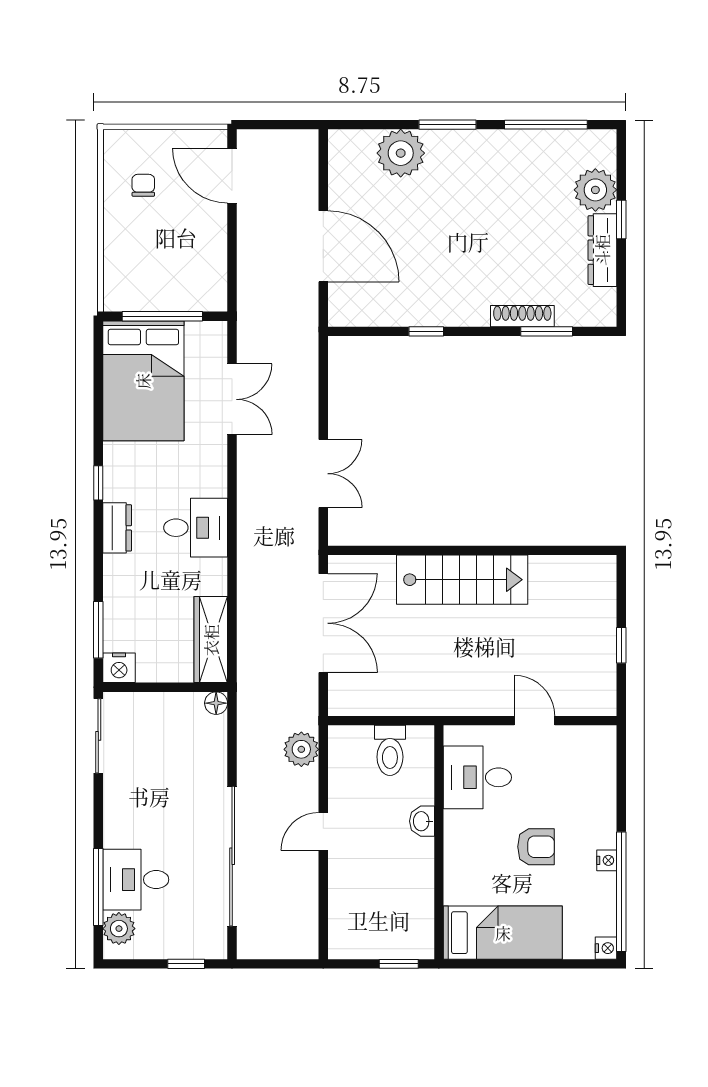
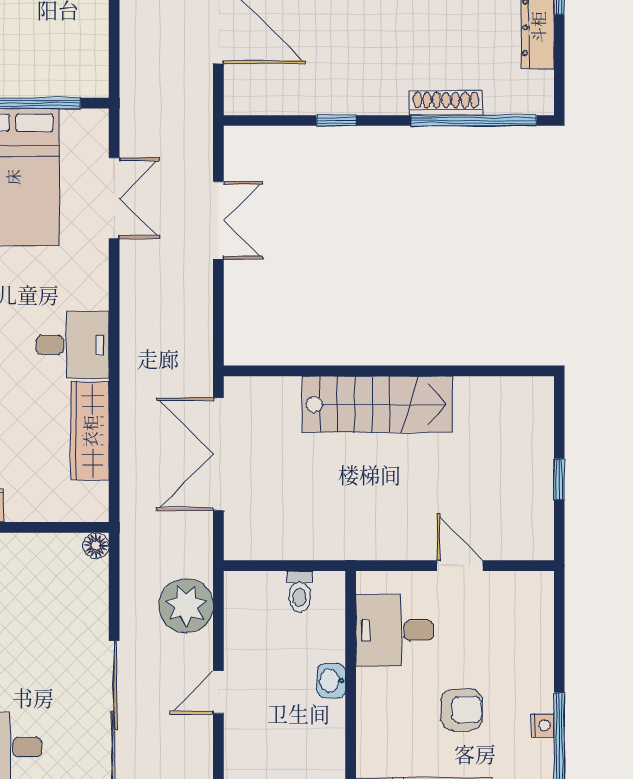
window: (547, 331) -> (474, 120), width x2.11
double door: (323, 474) -> (218, 220), moved
double door: (323, 623) -> (218, 454), swing flipped
wardrobe: (211, 640) -> (90, 431), moved
plant: (301, 749) -> (186, 606), width x1.36, depth x1.36
toilet: (390, 750) -> (299, 592), width x0.73, depth x0.72

